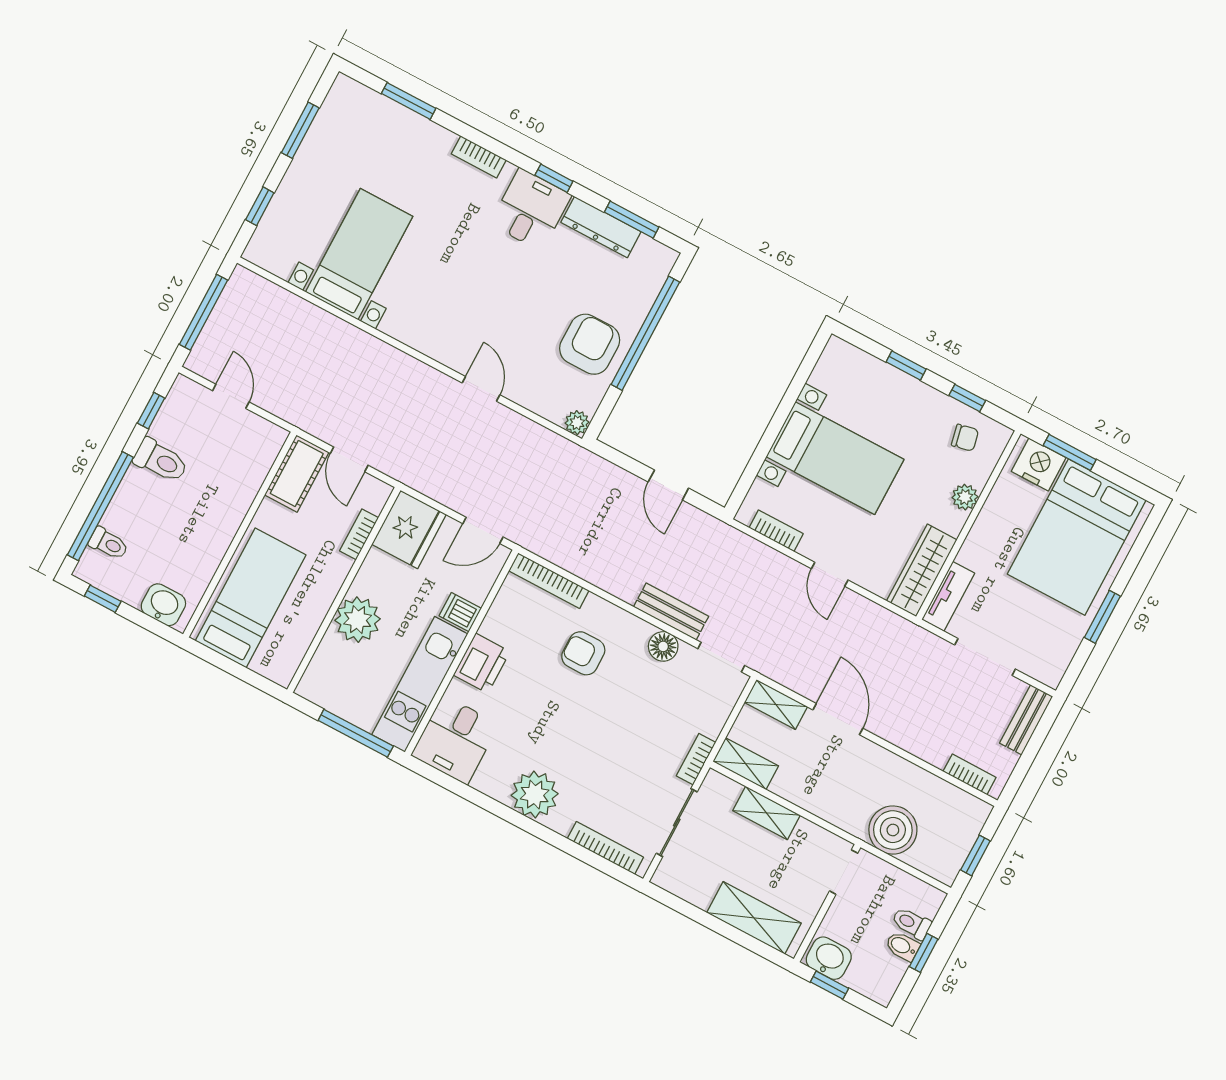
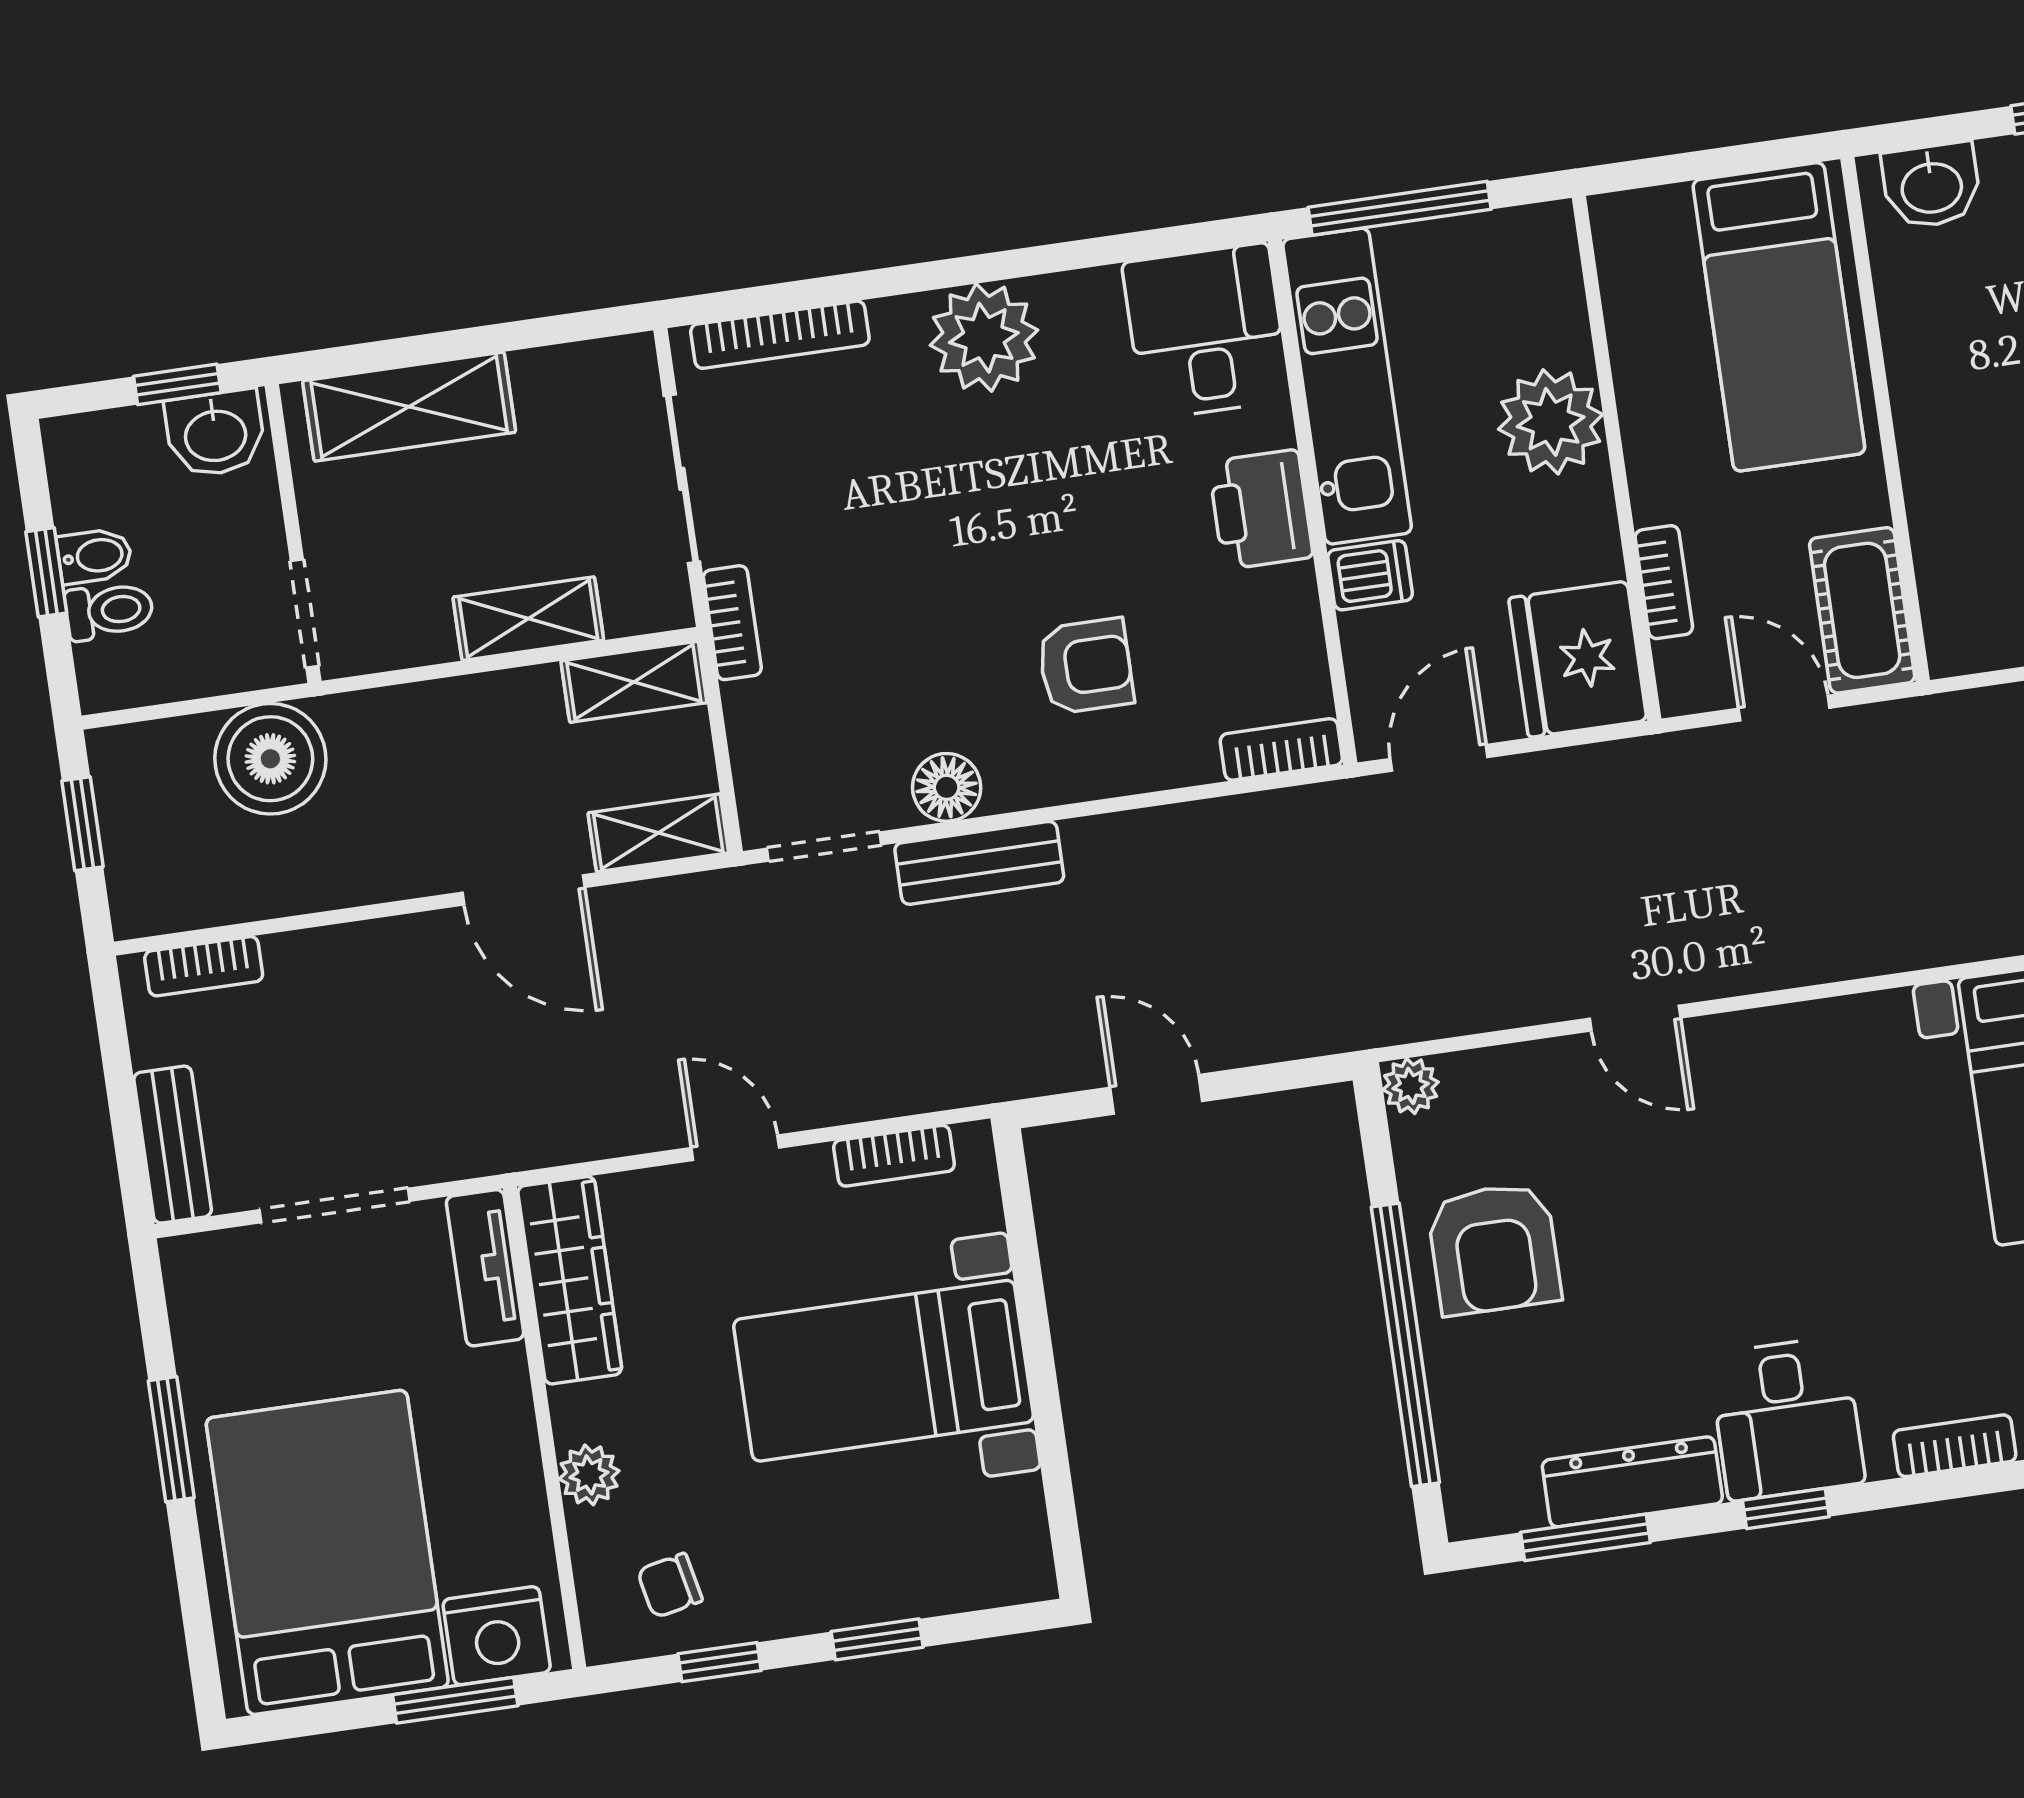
bookcase: (549, 581) -> (1281, 749), width x0.64

